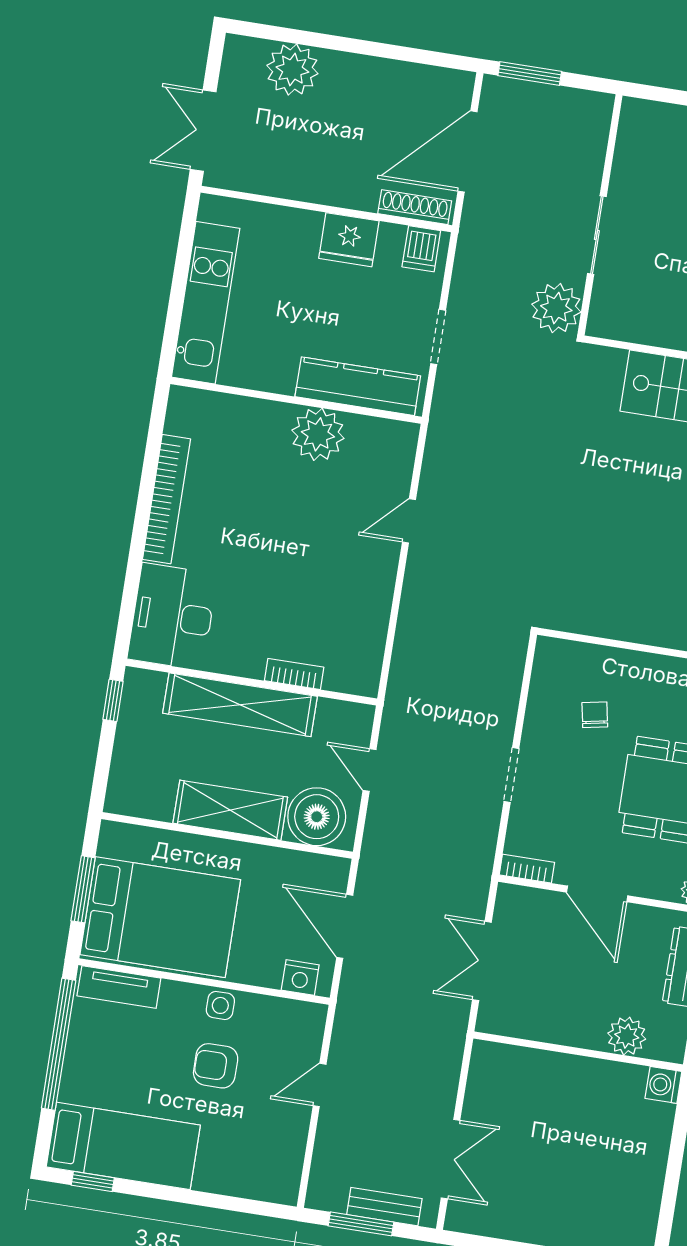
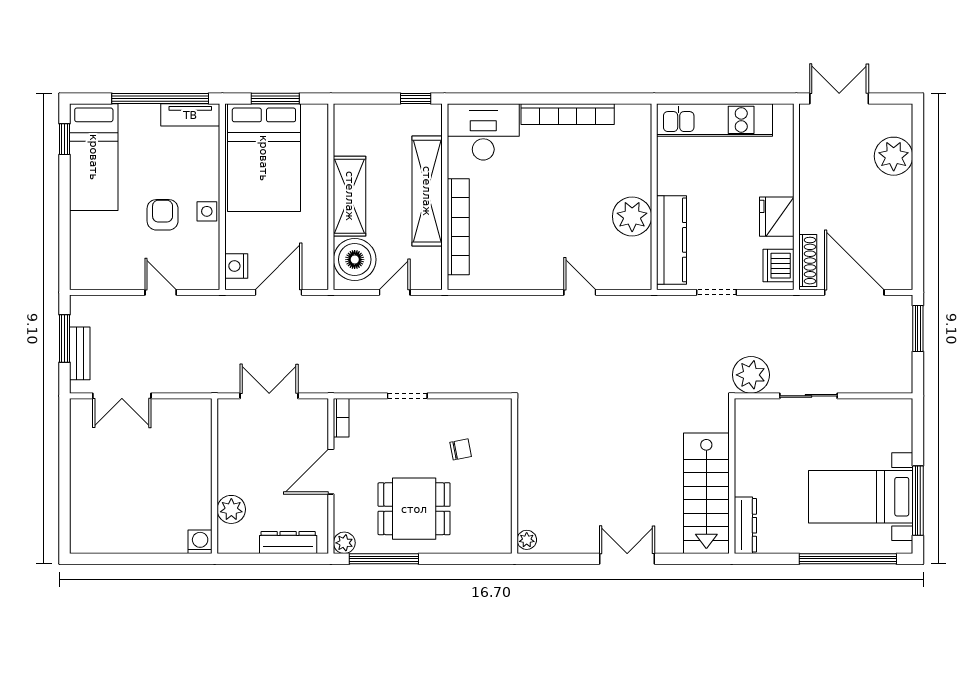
dishwasher: (421, 249) -> (778, 266), width x1.38
bookcase: (294, 674) -> (458, 227), width x2.31, depth x1.31
tv unit: (119, 987) -> (190, 115), moved, turned -90

